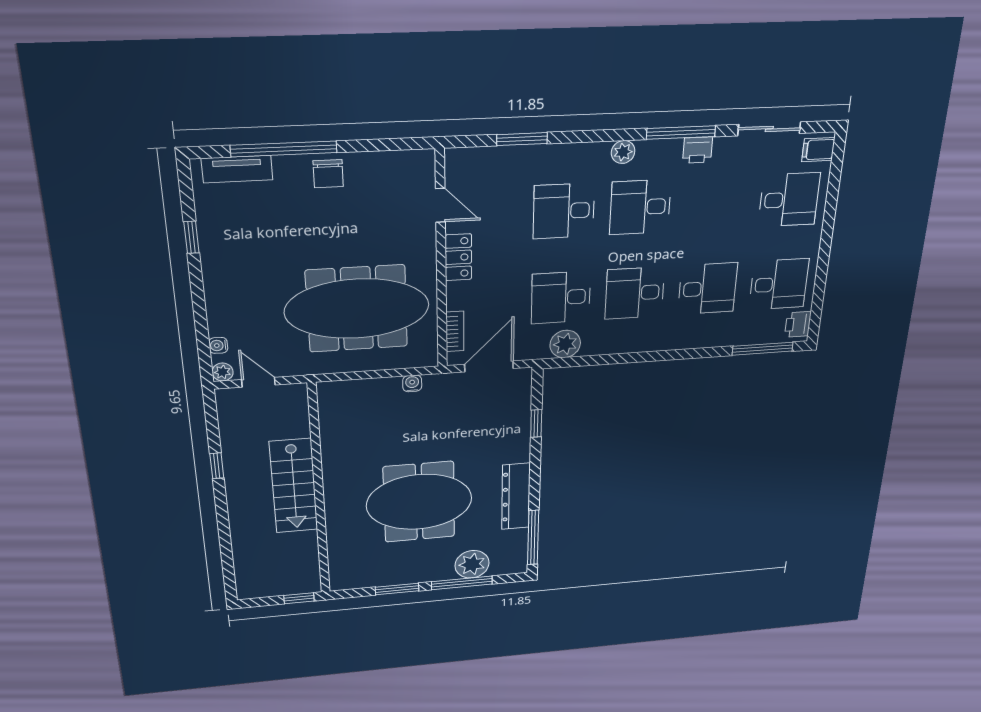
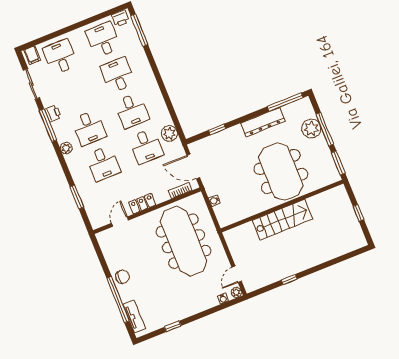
stairs: (294, 486) -> (282, 220), moved
wall: (319, 492) -> (282, 206), moved

